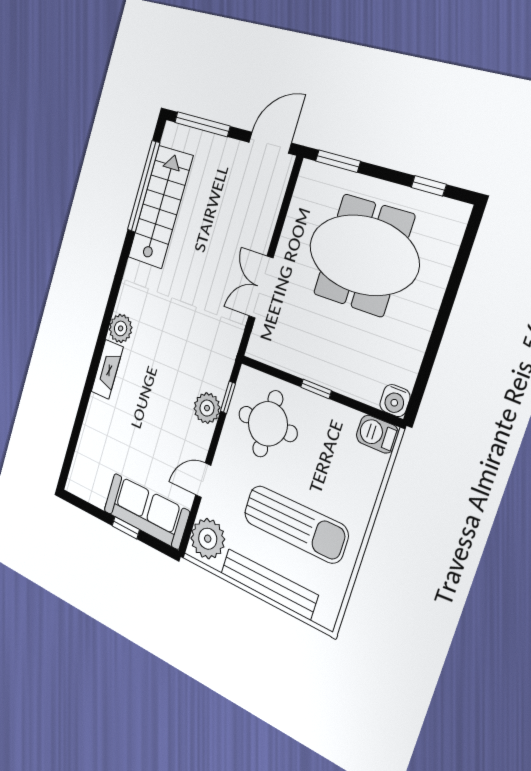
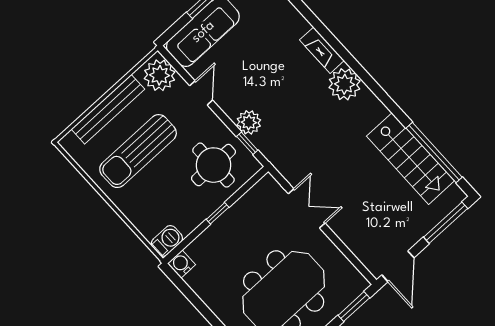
plant: (121, 328) -> (345, 84), width x1.36, depth x1.36

